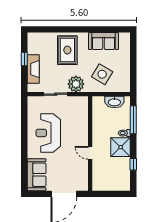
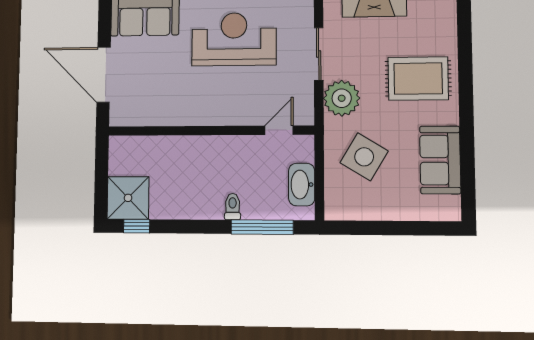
shower: (121, 147) -> (128, 198), moved
door: (90, 153) -> (279, 130), moved
window: (133, 164) -> (137, 226), moved

